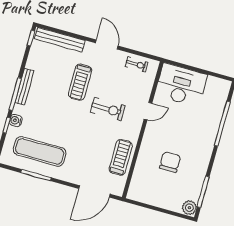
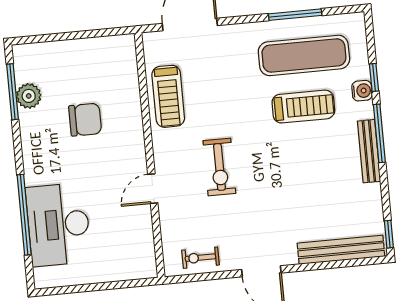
treadmill: (80, 82) -> (303, 107), moved, turned 90
desk: (181, 85) -> (58, 225), moved, turned 90
exercise bike: (108, 109) -> (219, 167), turned -90
chair: (170, 162) -> (85, 120), turned -90
plant: (189, 208) -> (29, 96), moved

